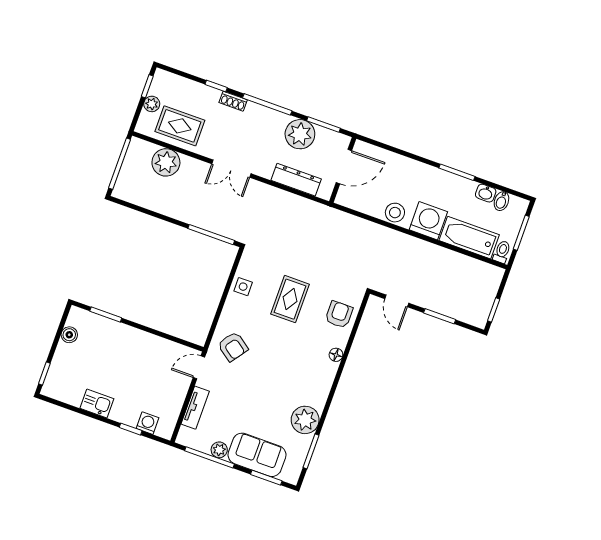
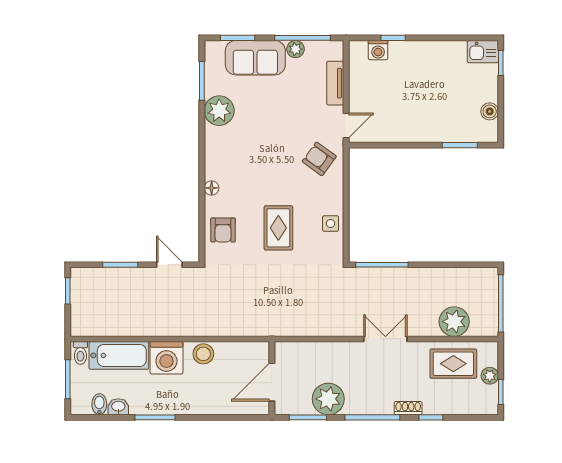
dresser: (296, 180) -> (316, 351), removed
kitchen sink: (97, 403) -> (483, 52), moved

